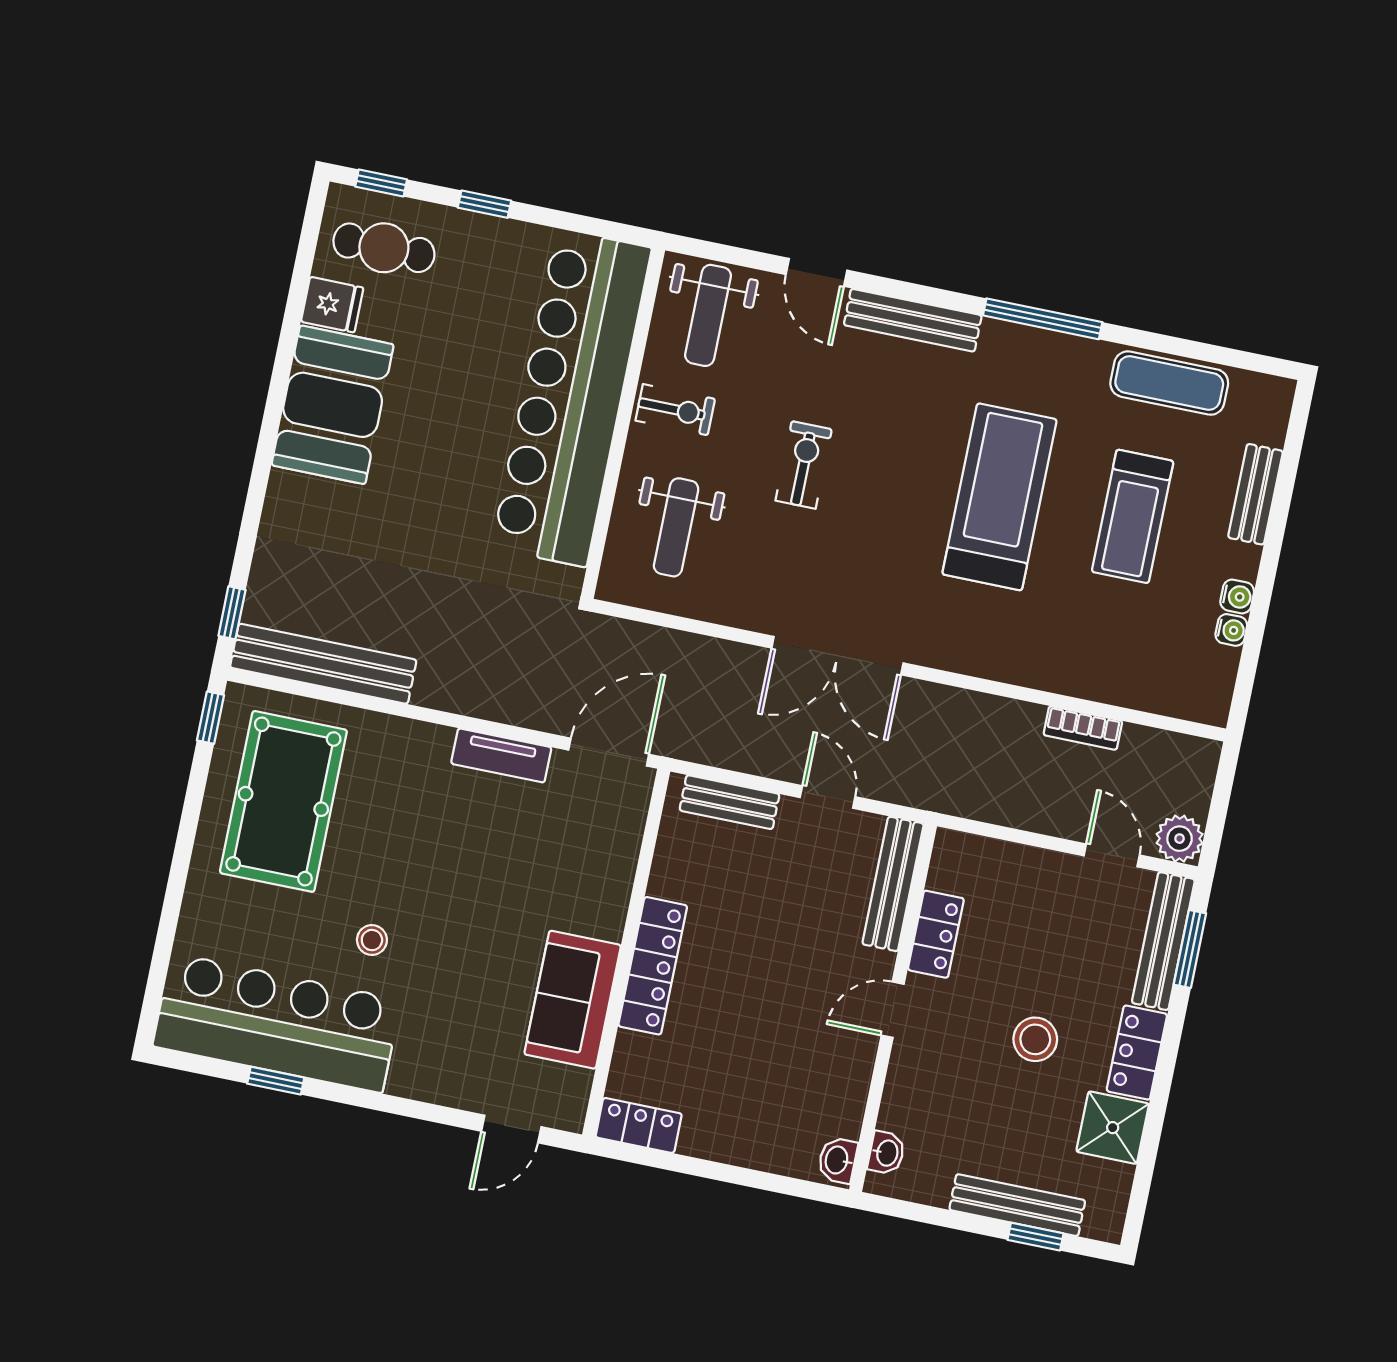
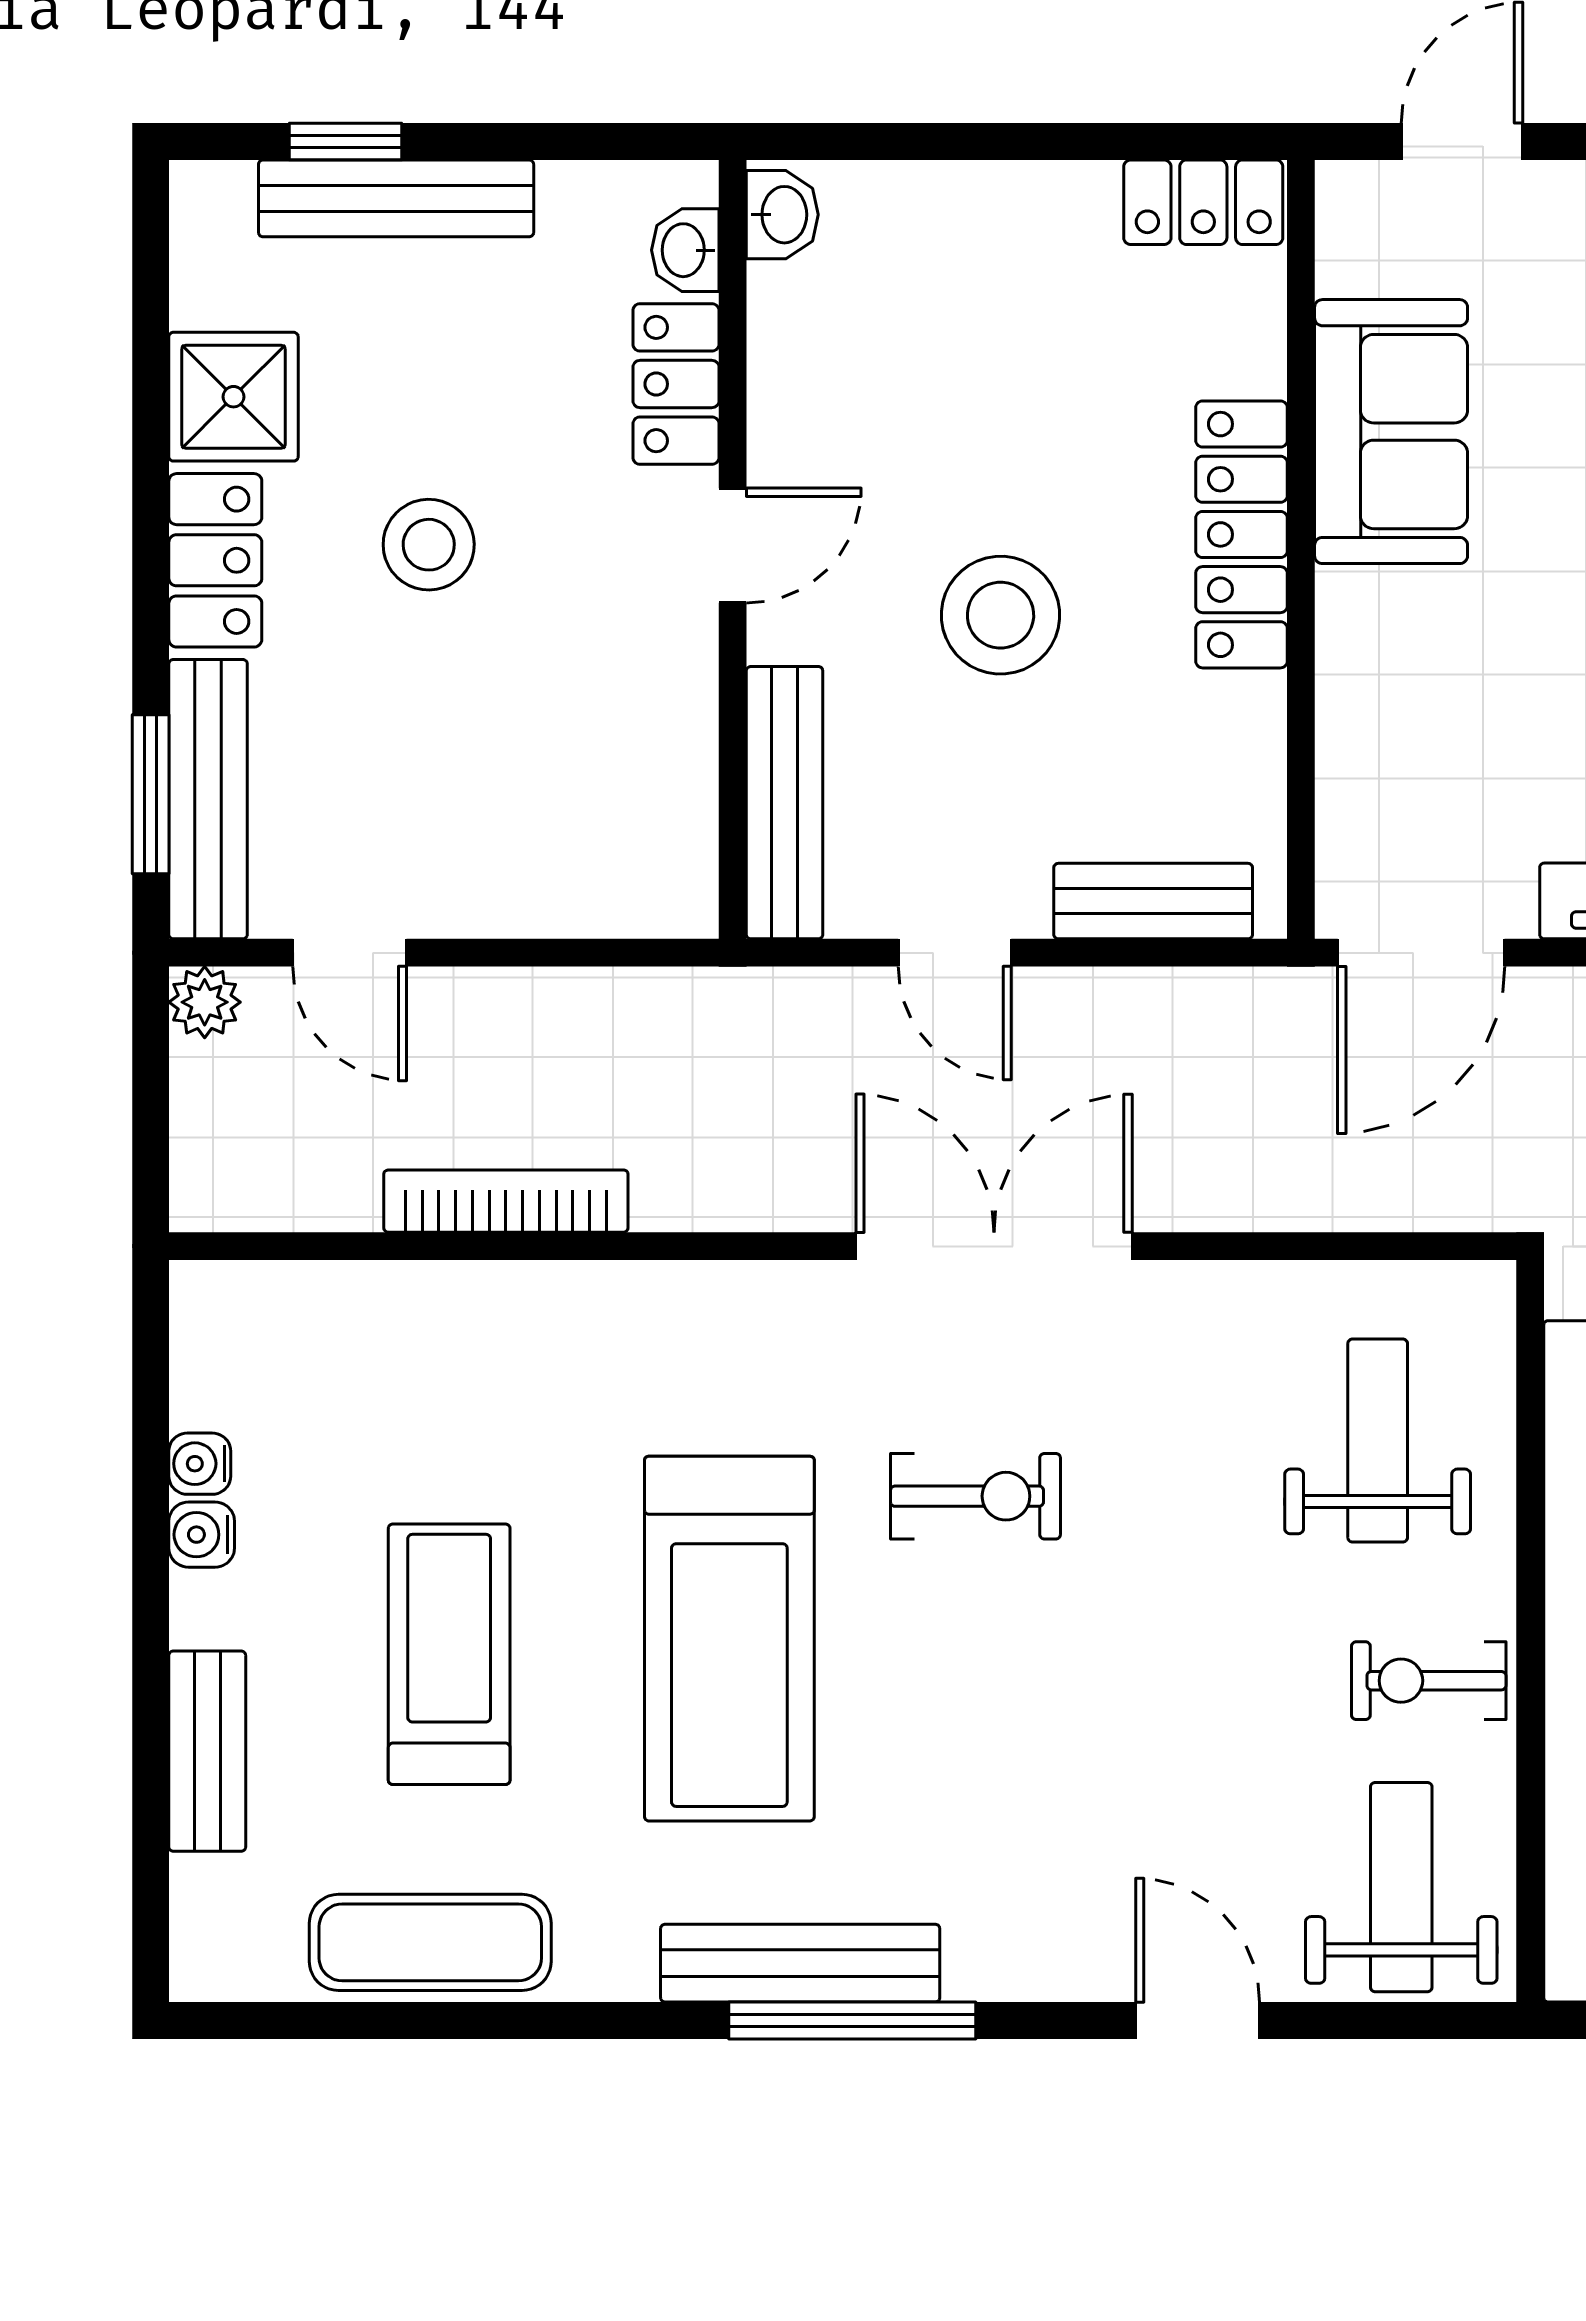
window: (1043, 319) -> (852, 2021), moved
bench: (913, 320) -> (800, 1963), moved
exercise bike: (804, 465) -> (975, 1496), moved, turned -90
bookcase: (1083, 728) -> (506, 1201), width x1.56
plant: (1180, 839) -> (205, 1002), width x0.73, depth x0.73
locker: (936, 934) -> (676, 384), moved
stool: (774, 951) -> (1001, 615), added

